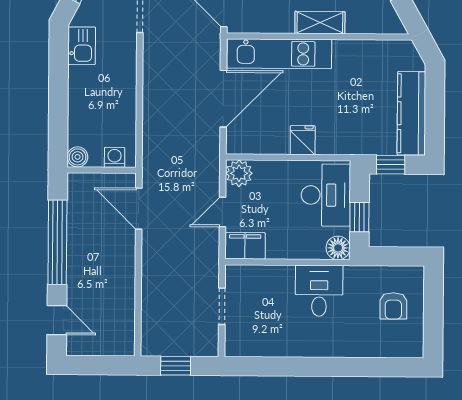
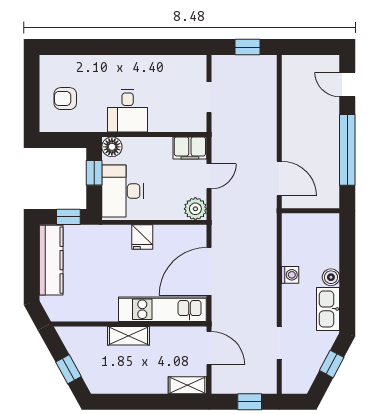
kitchen sink: (82, 46) -> (328, 309), width x1.38
boiler: (78, 157) -> (331, 277), moved
washing machine: (115, 157) -> (290, 275), moved, turned -90
armchair: (393, 306) -> (65, 99), turned -90

